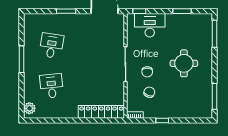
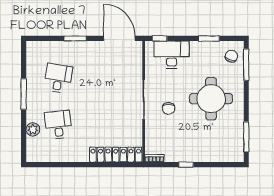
round table: (184, 63) -> (211, 99), width x1.36, depth x1.36
chair: (149, 92) -> (231, 56), moved
plant: (29, 108) -> (33, 129), moved

